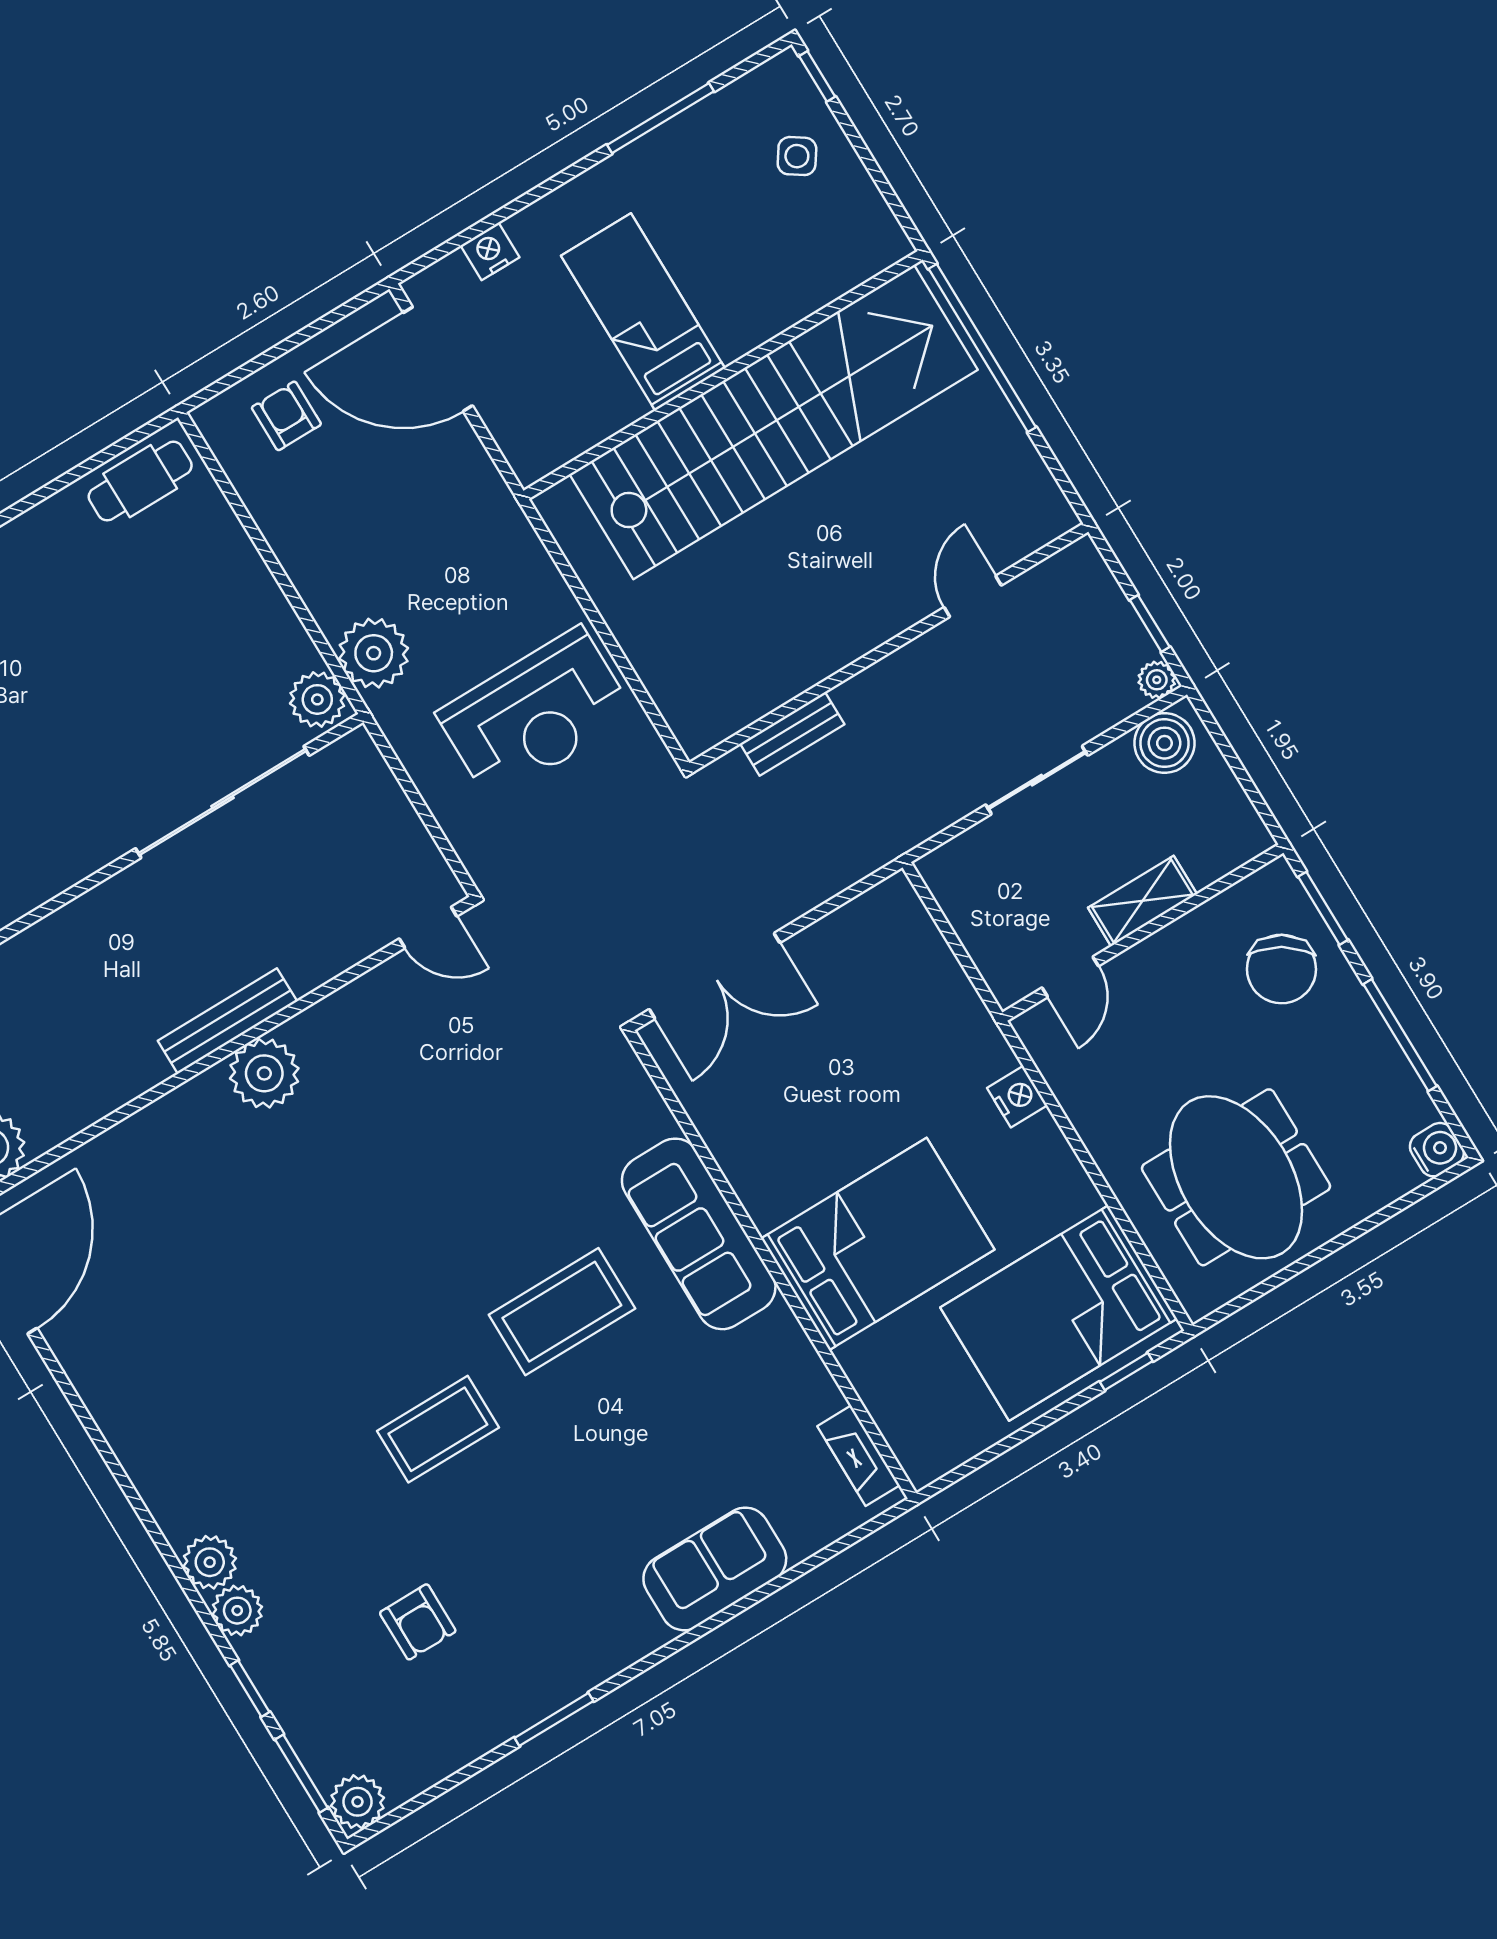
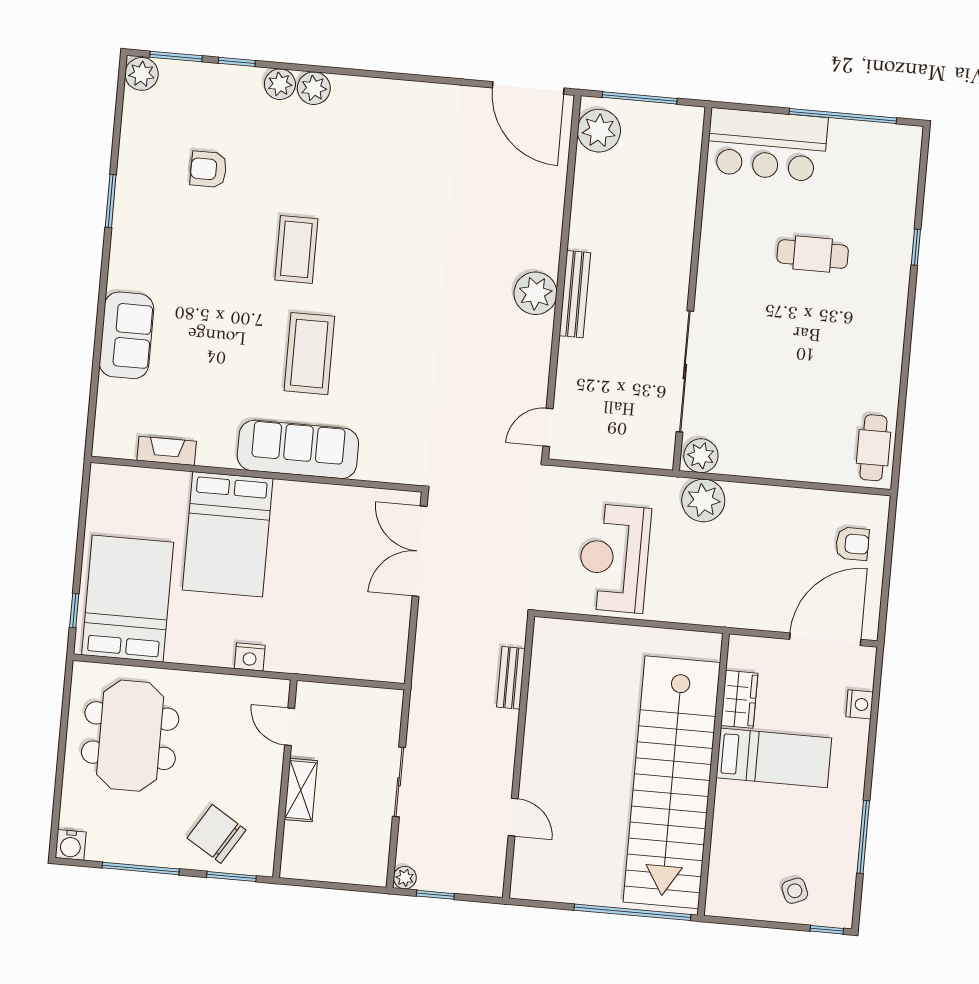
side table: (797, 156) -> (795, 891), turned 33
wardrobe: (600, 414) -> (739, 699), added
boiler: (1164, 743) -> (371, 858), removed
meeting table: (1236, 1177) -> (130, 736), turned 90
fireplace: (859, 1456) -> (167, 451), moved

